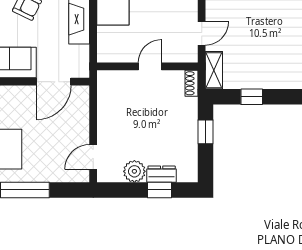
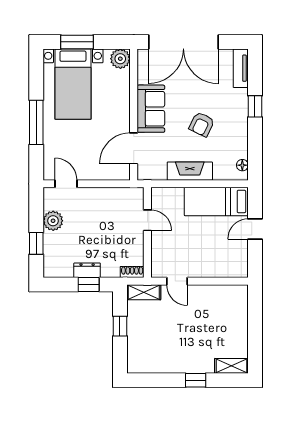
door: (150, 66) -> (147, 220), moved
door: (54, 82) -> (134, 148), hinge flipped
dresser: (162, 174) -> (87, 270), moved, turned -90

